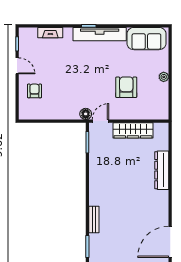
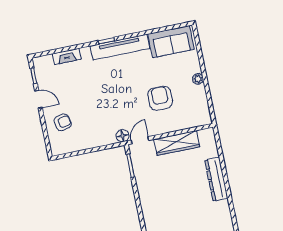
armchair: (34, 91) -> (63, 122), turned 78

